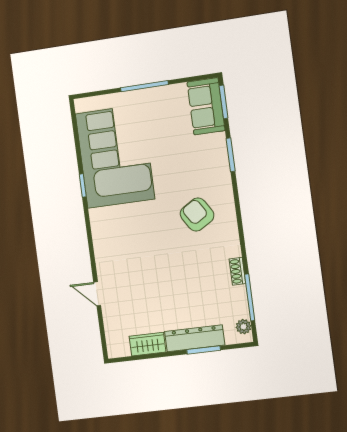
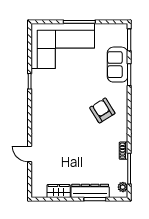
sofa: (206, 106) -> (118, 65), moved
corner sofa: (115, 156) -> (63, 46), moved, turned 90

